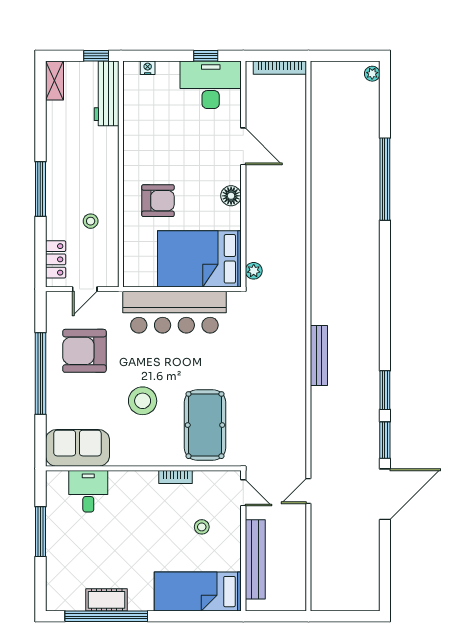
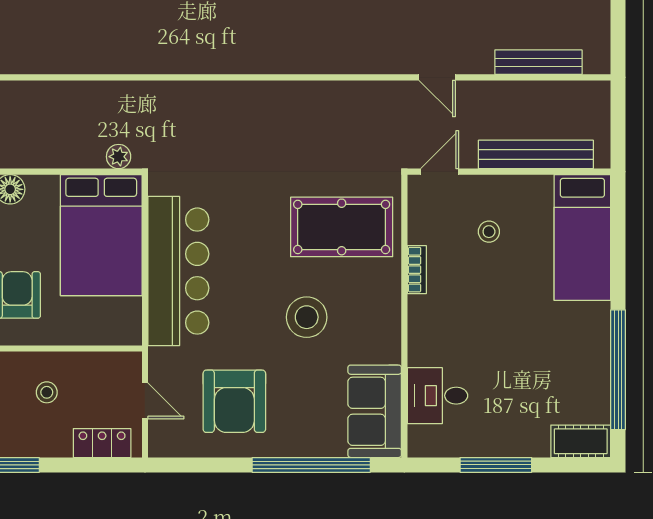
bench: (319, 356) -> (538, 62), moved
window: (40, 373) -> (311, 465), moved
cot: (107, 600) -> (581, 441), moved, turned 90

